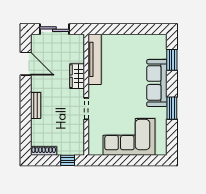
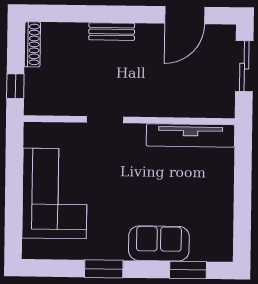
wardrobe: (77, 76) -> (162, 105), removed
sofa: (157, 83) -> (159, 243), width x0.73

